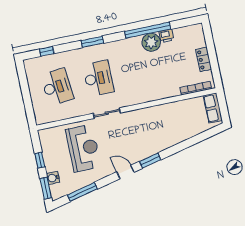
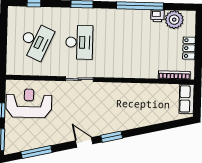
plant: (151, 42) -> (174, 20), moved
desk: (57, 87) -> (36, 41), turned 30
reception desk: (83, 148) -> (29, 103), moved, turned -90
water cooler: (53, 178) -> (10, 131), removed

